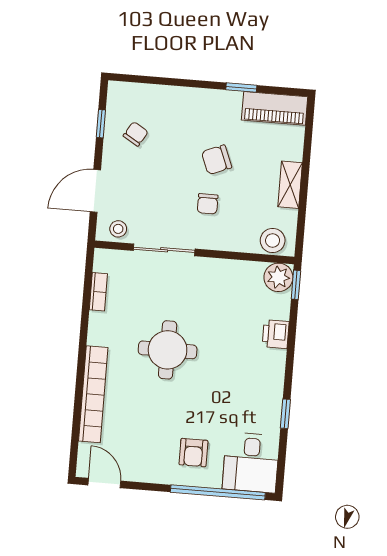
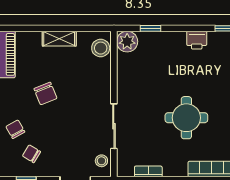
chair: (208, 204) -> (15, 129), moved, turned -119
window: (296, 285) -> (151, 28), moved
printer: (276, 334) -> (197, 40), moved

